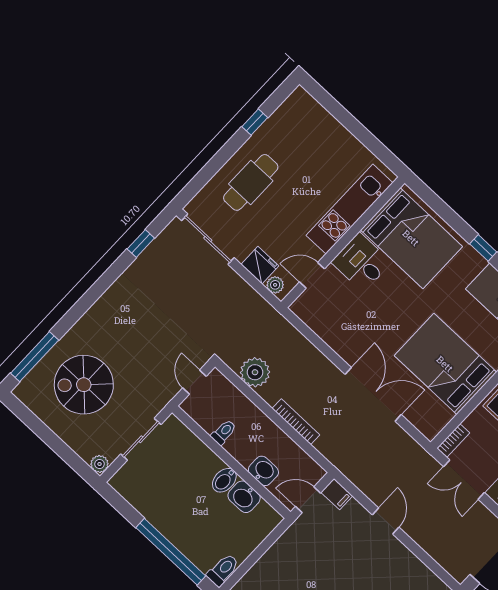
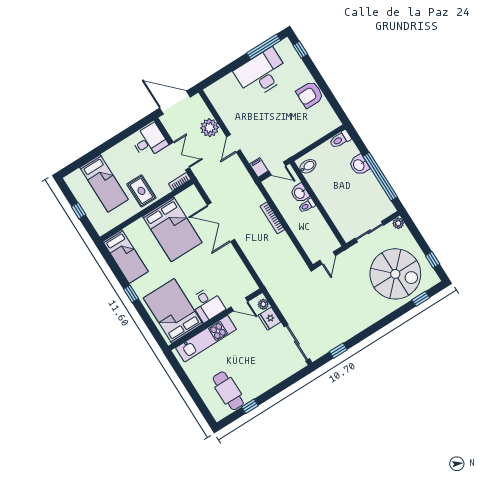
cafe table: (251, 182) -> (228, 391), moved, turned 90
window: (35, 357) -> (421, 299), width x0.46
plant: (255, 372) -> (210, 128), moved
spiral stairs: (84, 385) -> (395, 274), width x1.37, depth x1.37
window: (32, 421) -> (433, 260), added
toilet: (224, 432) -> (307, 206), moved
bidet: (224, 480) -> (308, 166), moved
washbasin: (244, 497) -> (359, 165), moved, turned 180
window: (171, 552) -> (380, 177), moved

